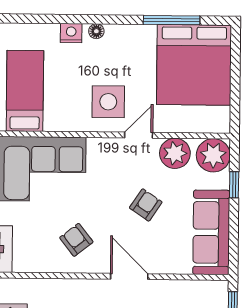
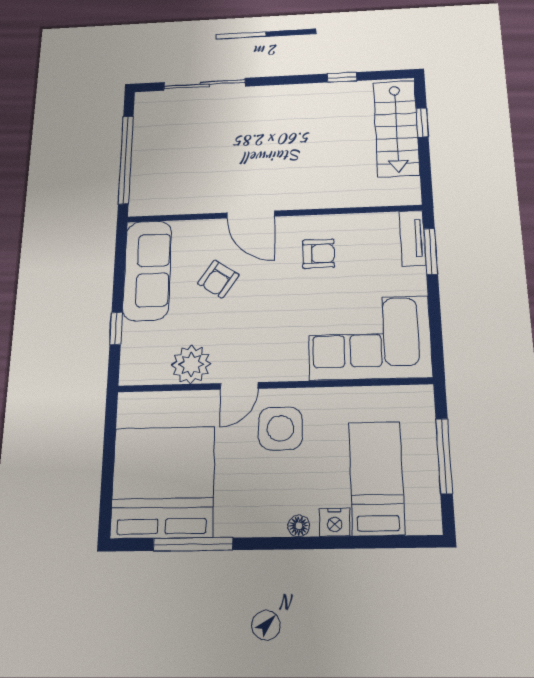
bed: (25, 91) -> (376, 478), moved, turned 180
plant: (213, 155) -> (141, 364), removed
armchair: (146, 205) -> (218, 279), moved
armchair: (76, 240) -> (318, 254), turned -52

